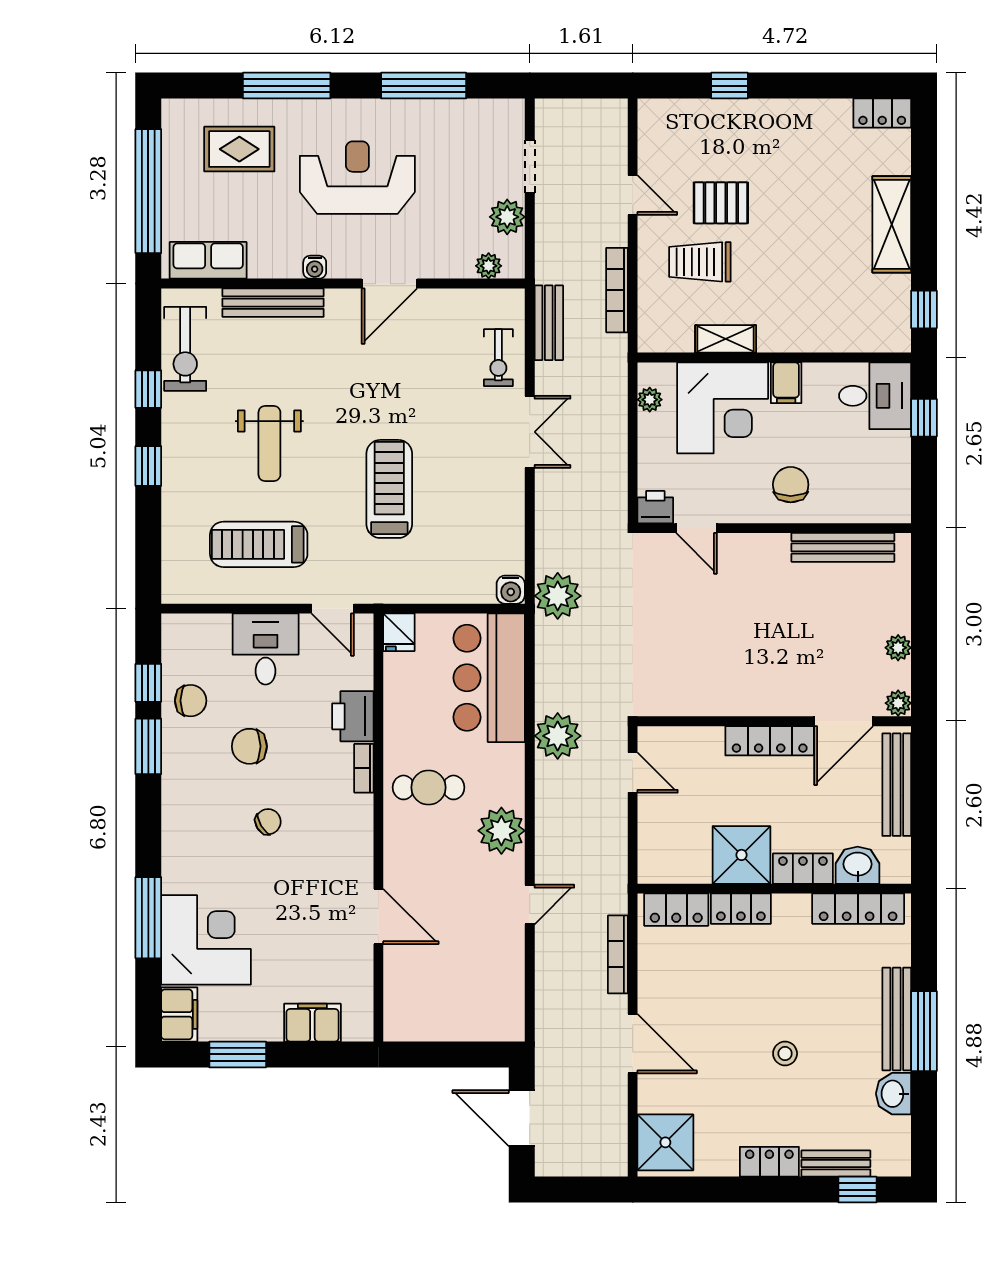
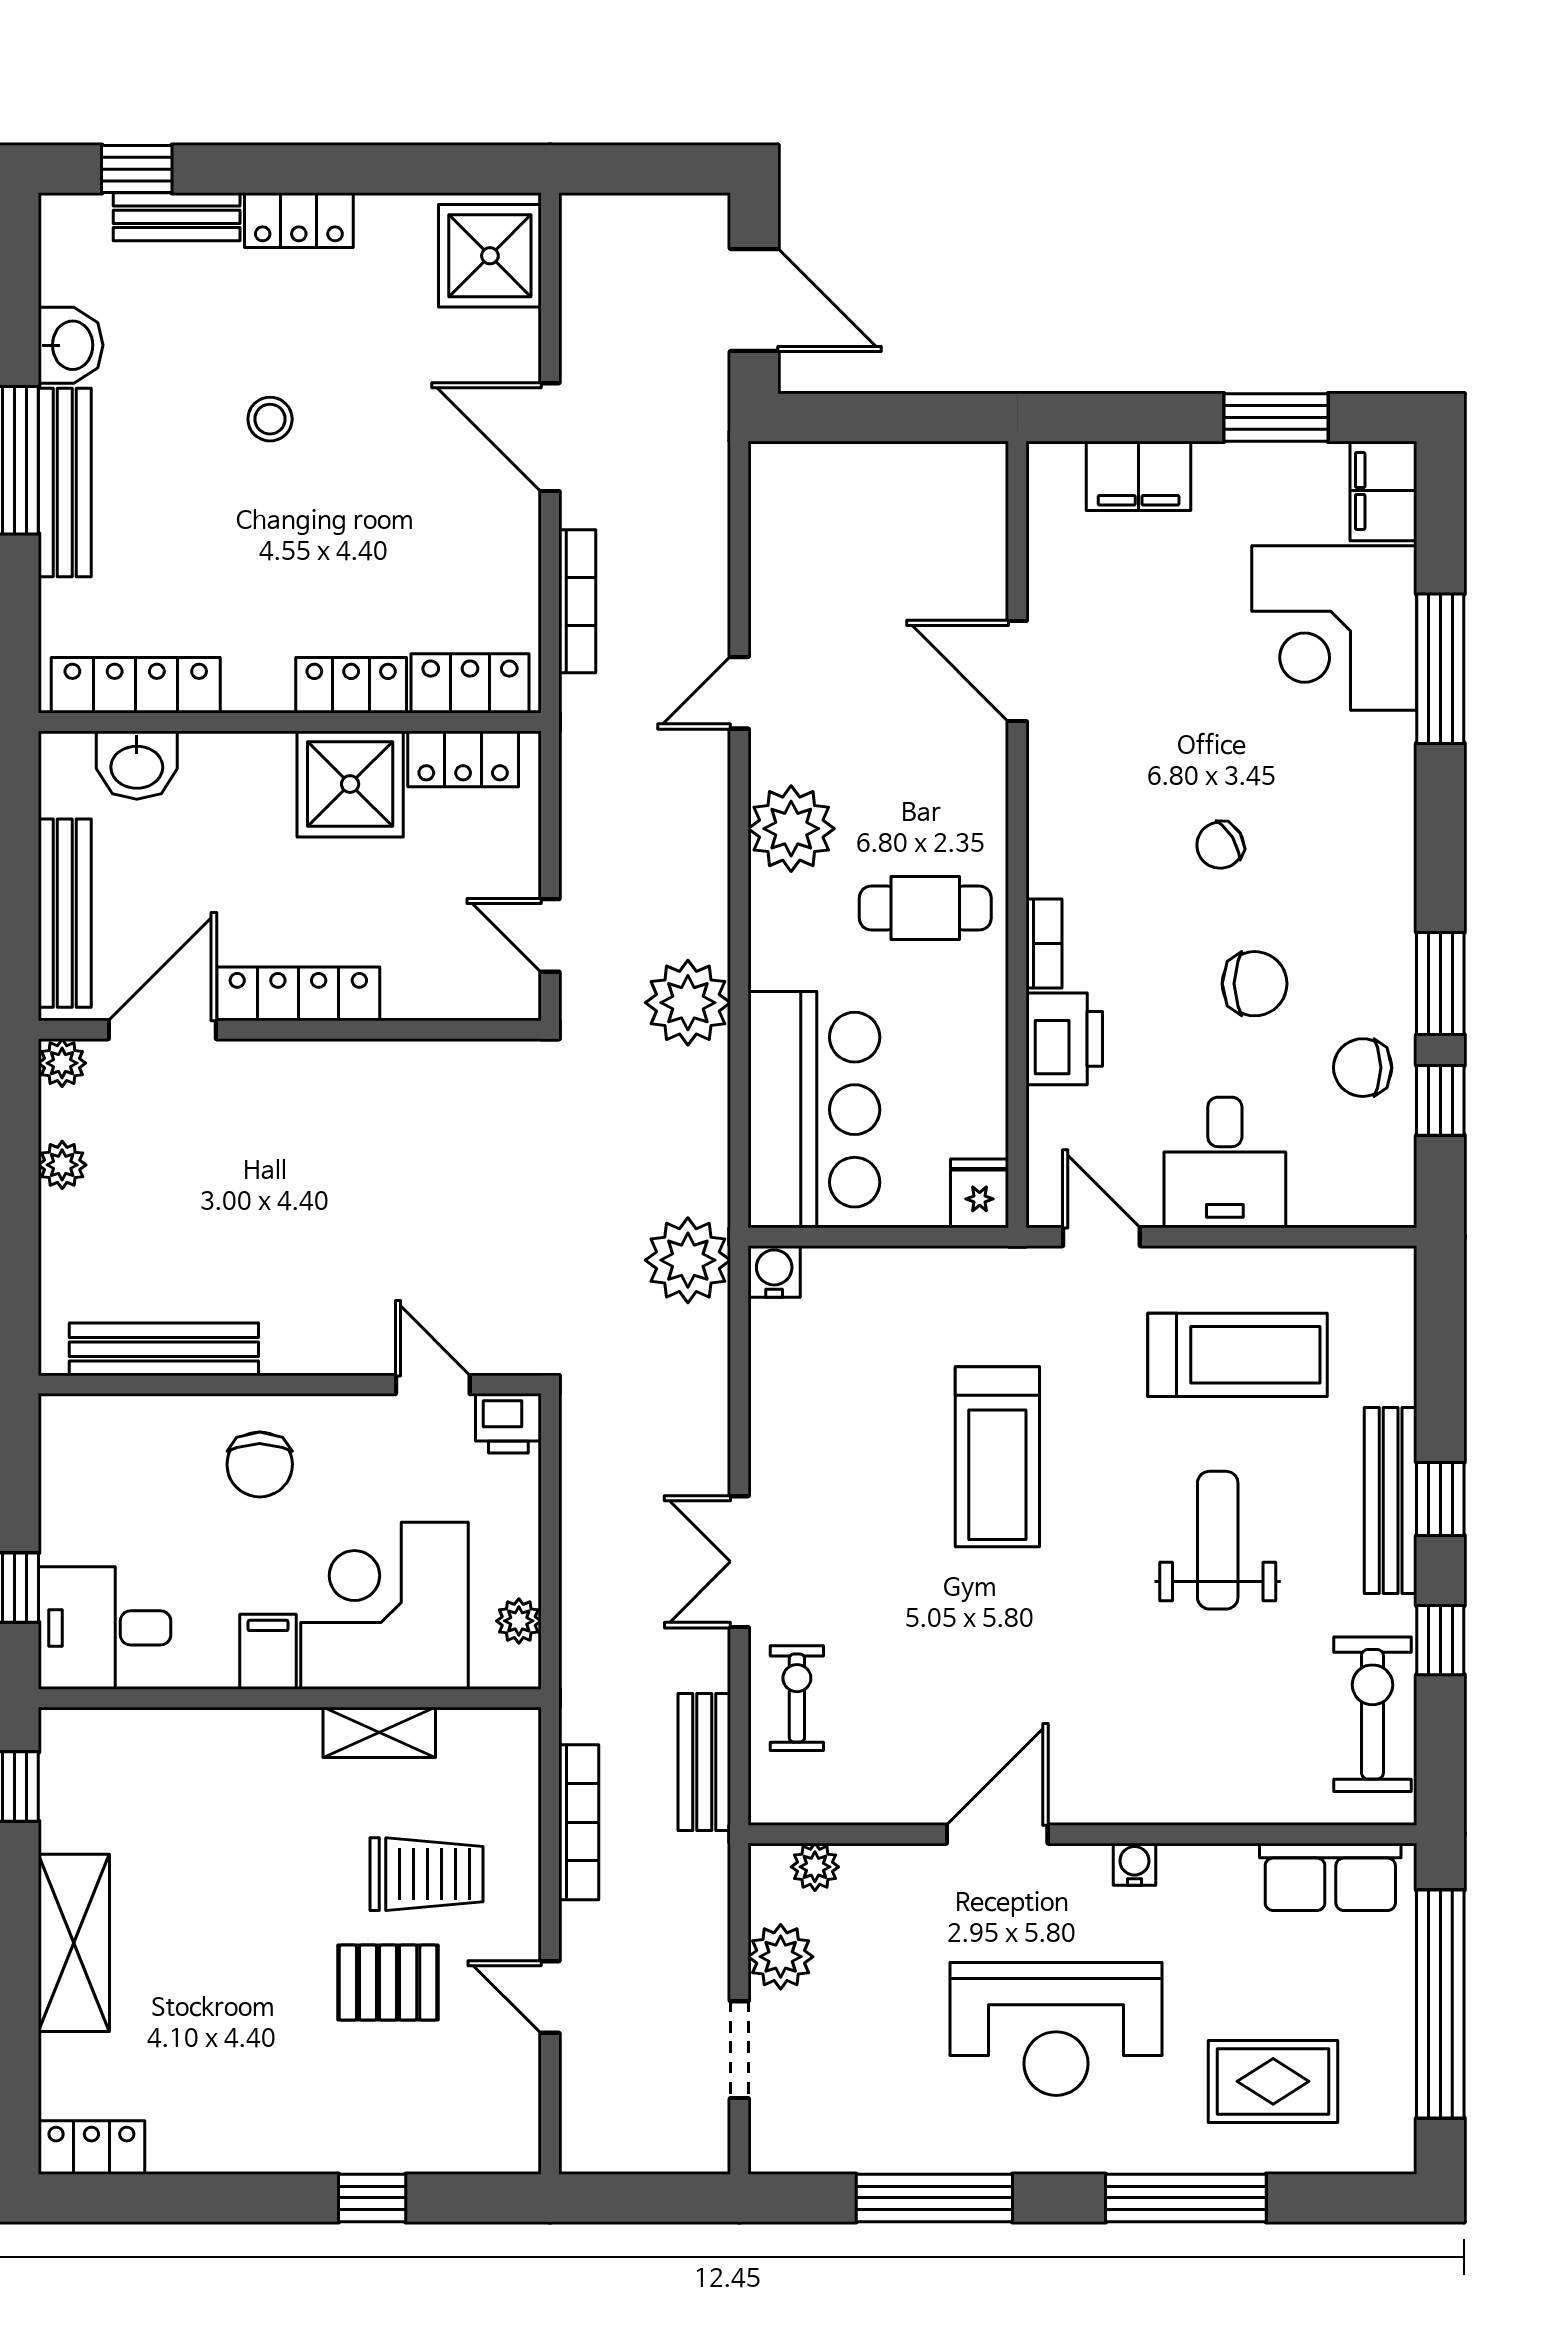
bench: (273, 303) -> (1391, 1501), moved, turned 90
locker: (803, 869) -> (463, 759), moved

